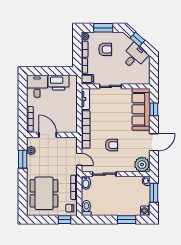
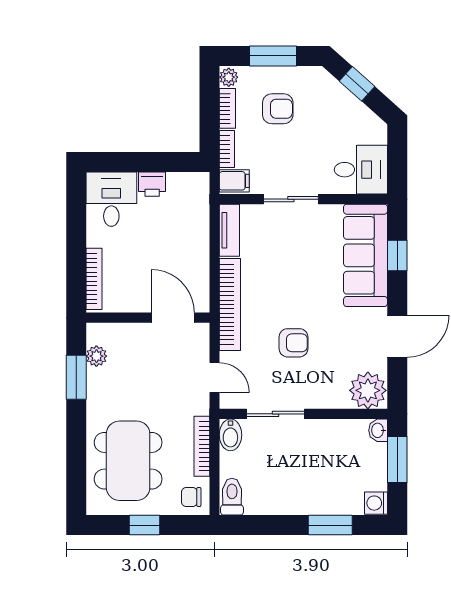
desk: (134, 56) -> (361, 170), moved, turned 48
printer: (59, 83) -> (152, 184), width x0.53, depth x0.68
door: (48, 135) -> (173, 318), moved
window: (64, 220) -> (144, 525), moved

